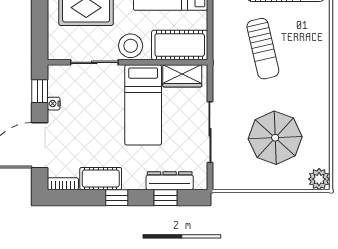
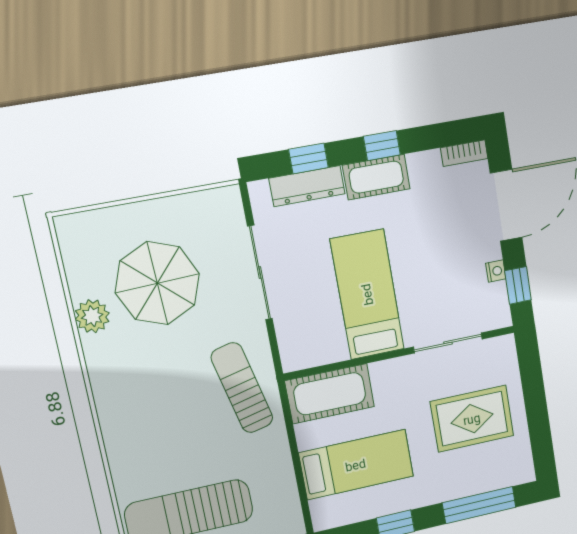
stool: (131, 46) -> (400, 378), removed
sun lounger: (263, 49) -> (242, 388), moved
wardrobe: (182, 76) -> (318, 349), removed
cot: (101, 179) -> (376, 177), moved
plant: (319, 179) -> (92, 316), moved

